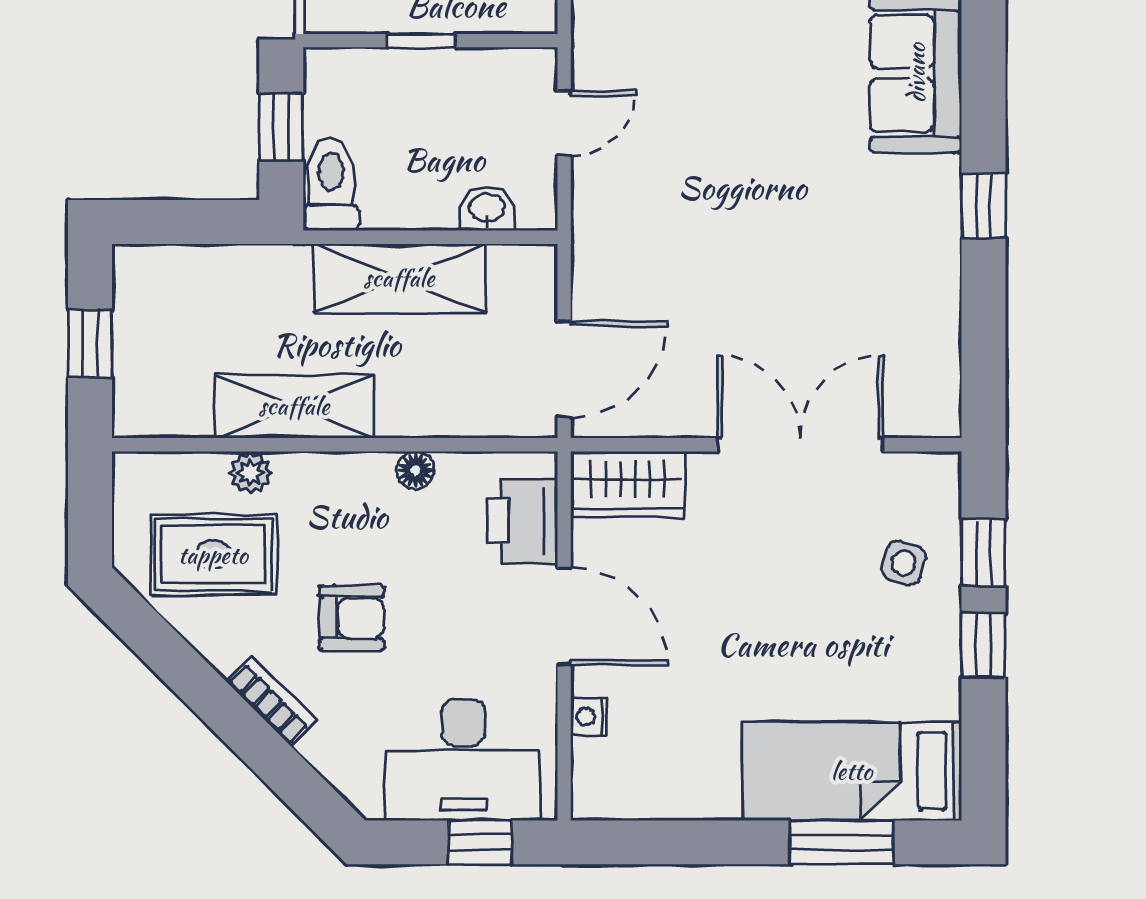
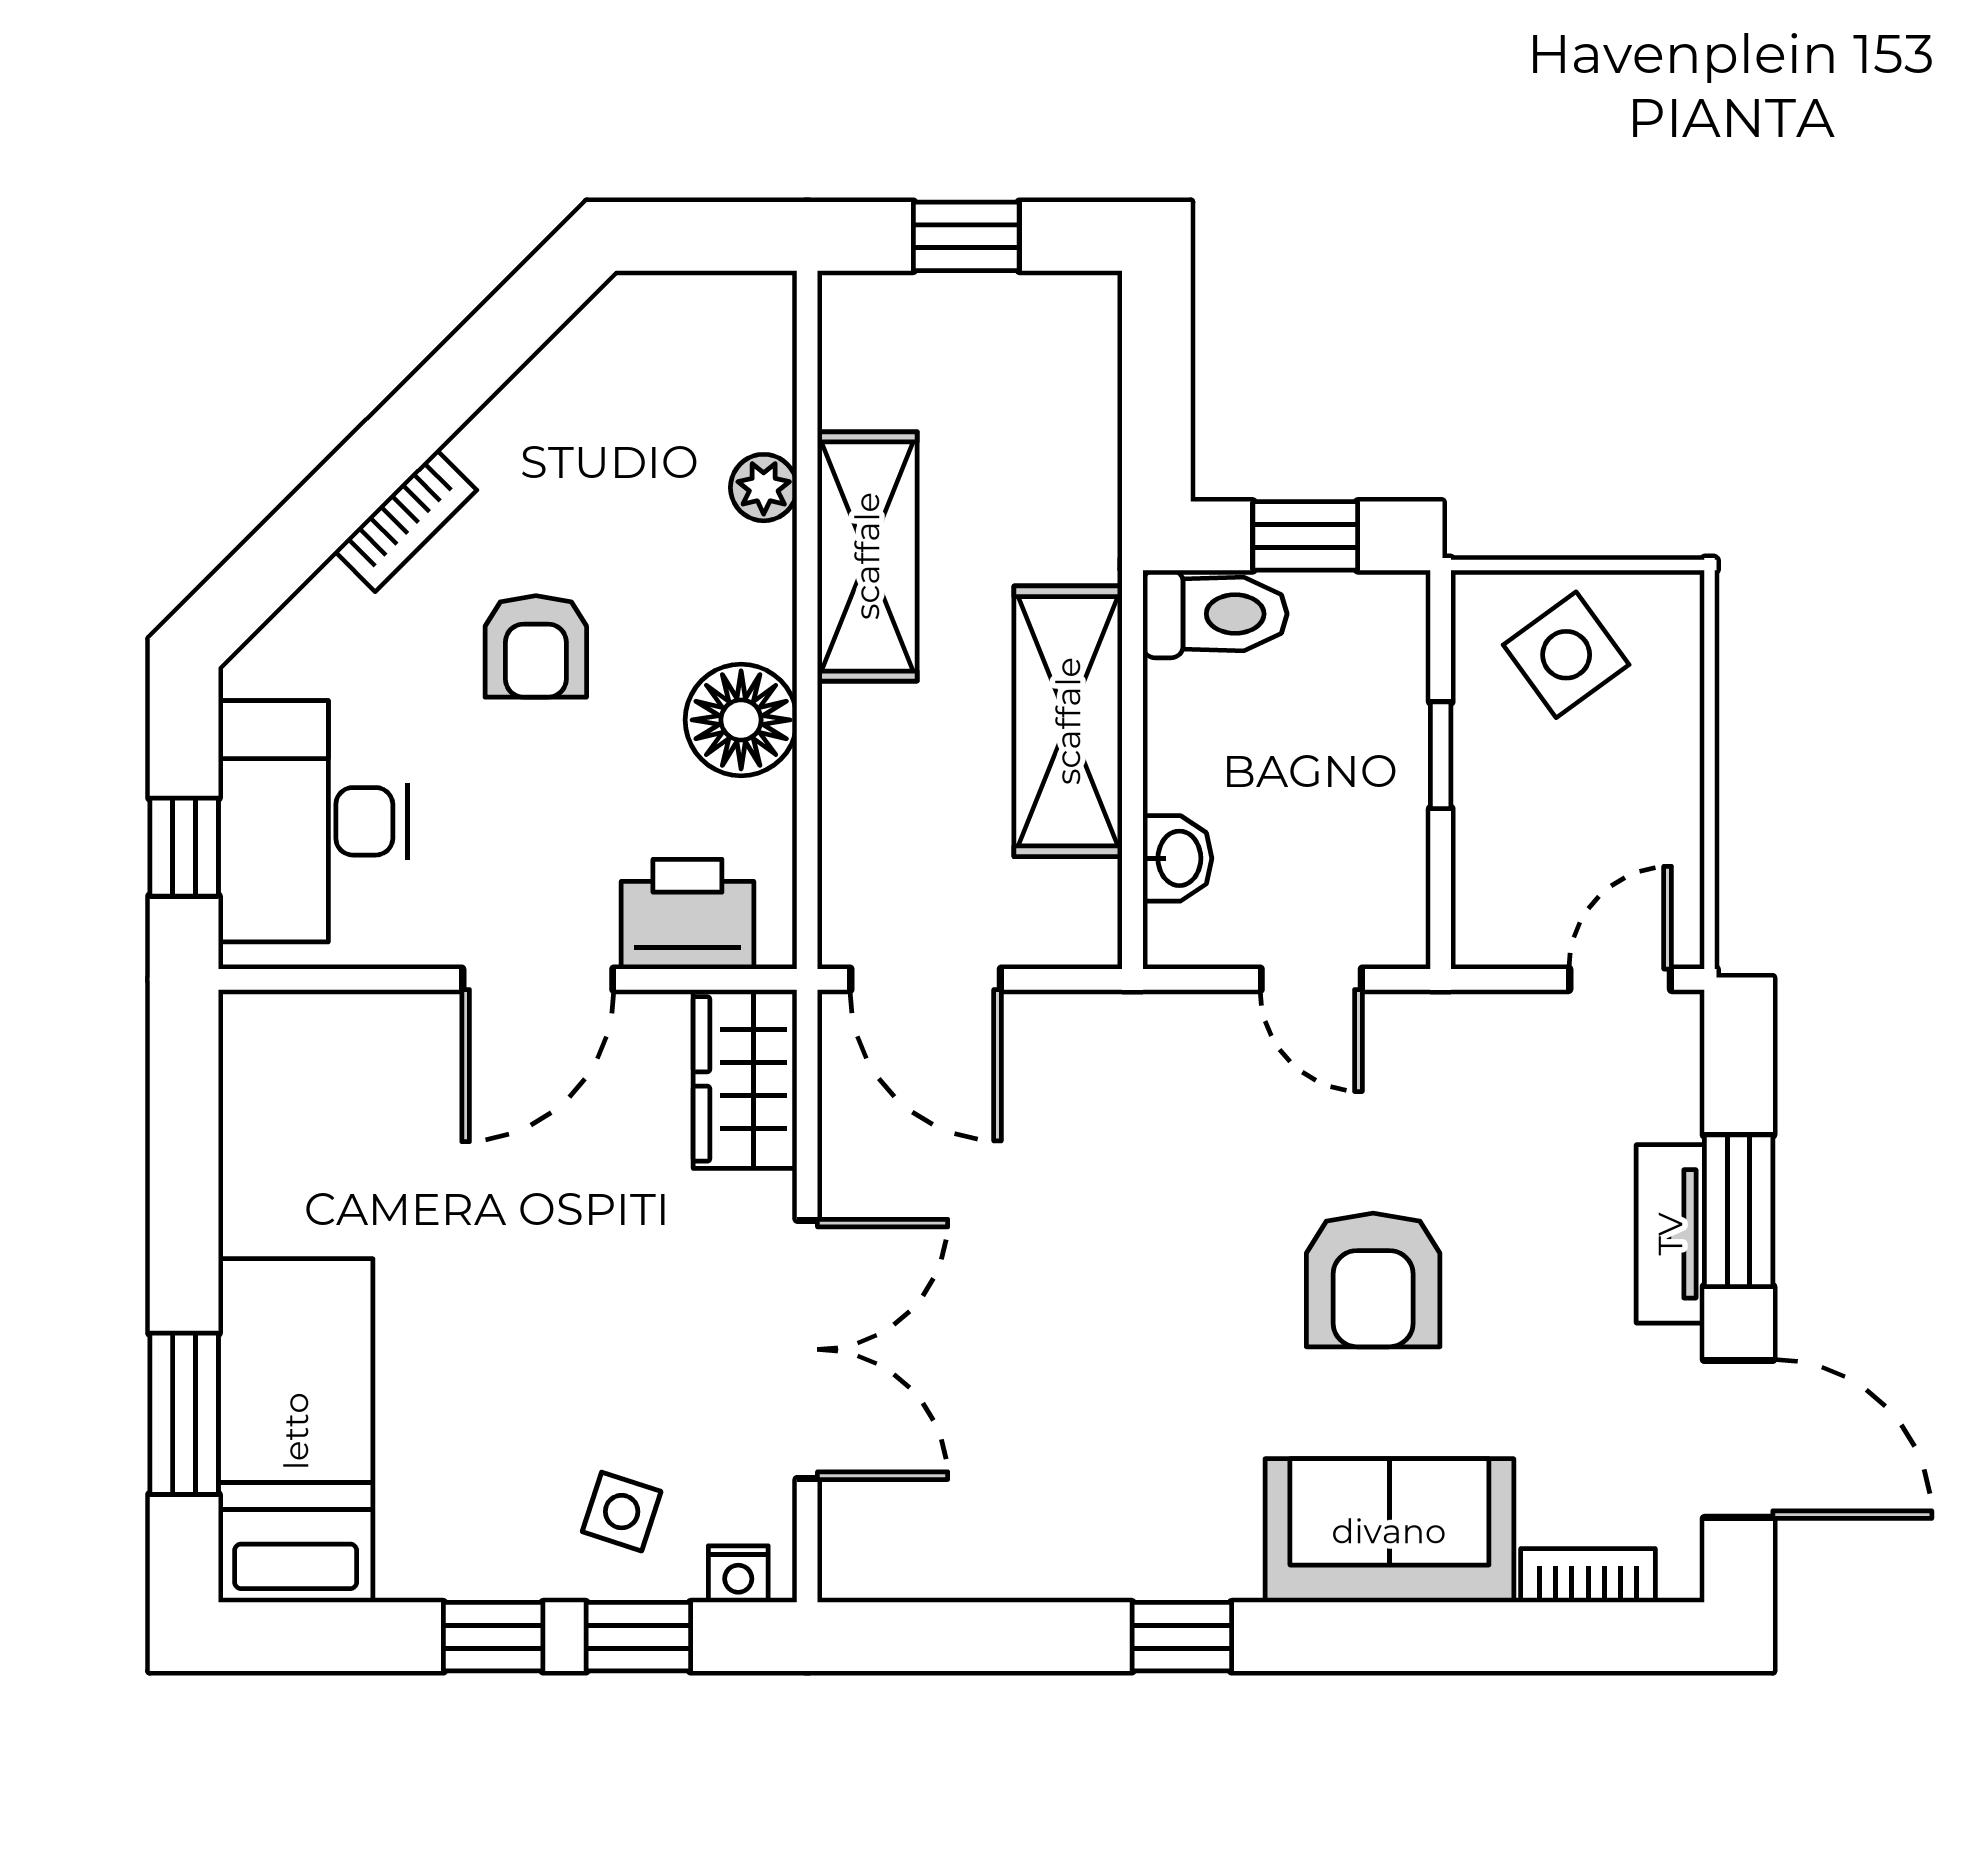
armchair: (756, 84) -> (1373, 1280), added
floor lamp: (415, 470) -> (741, 720), width x1.89, depth x1.89
rug: (213, 555) -> (635, 430), removed
nightstand: (589, 717) -> (738, 1574), moved, turned 180

